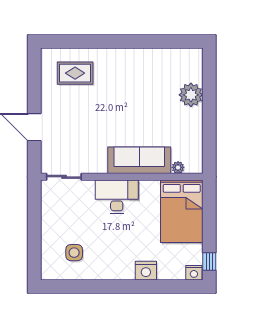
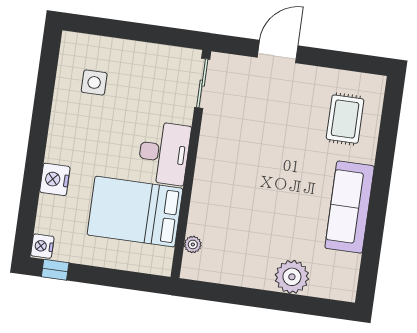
sofa: (139, 160) -> (350, 207), moved, turned 180
bed: (182, 211) -> (135, 212), moved

